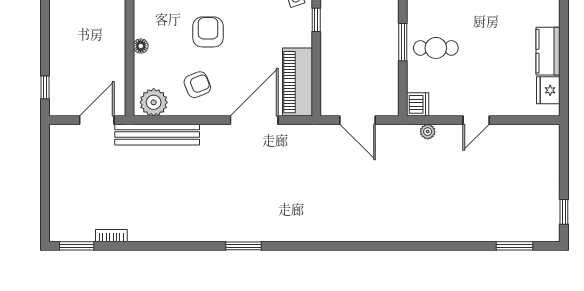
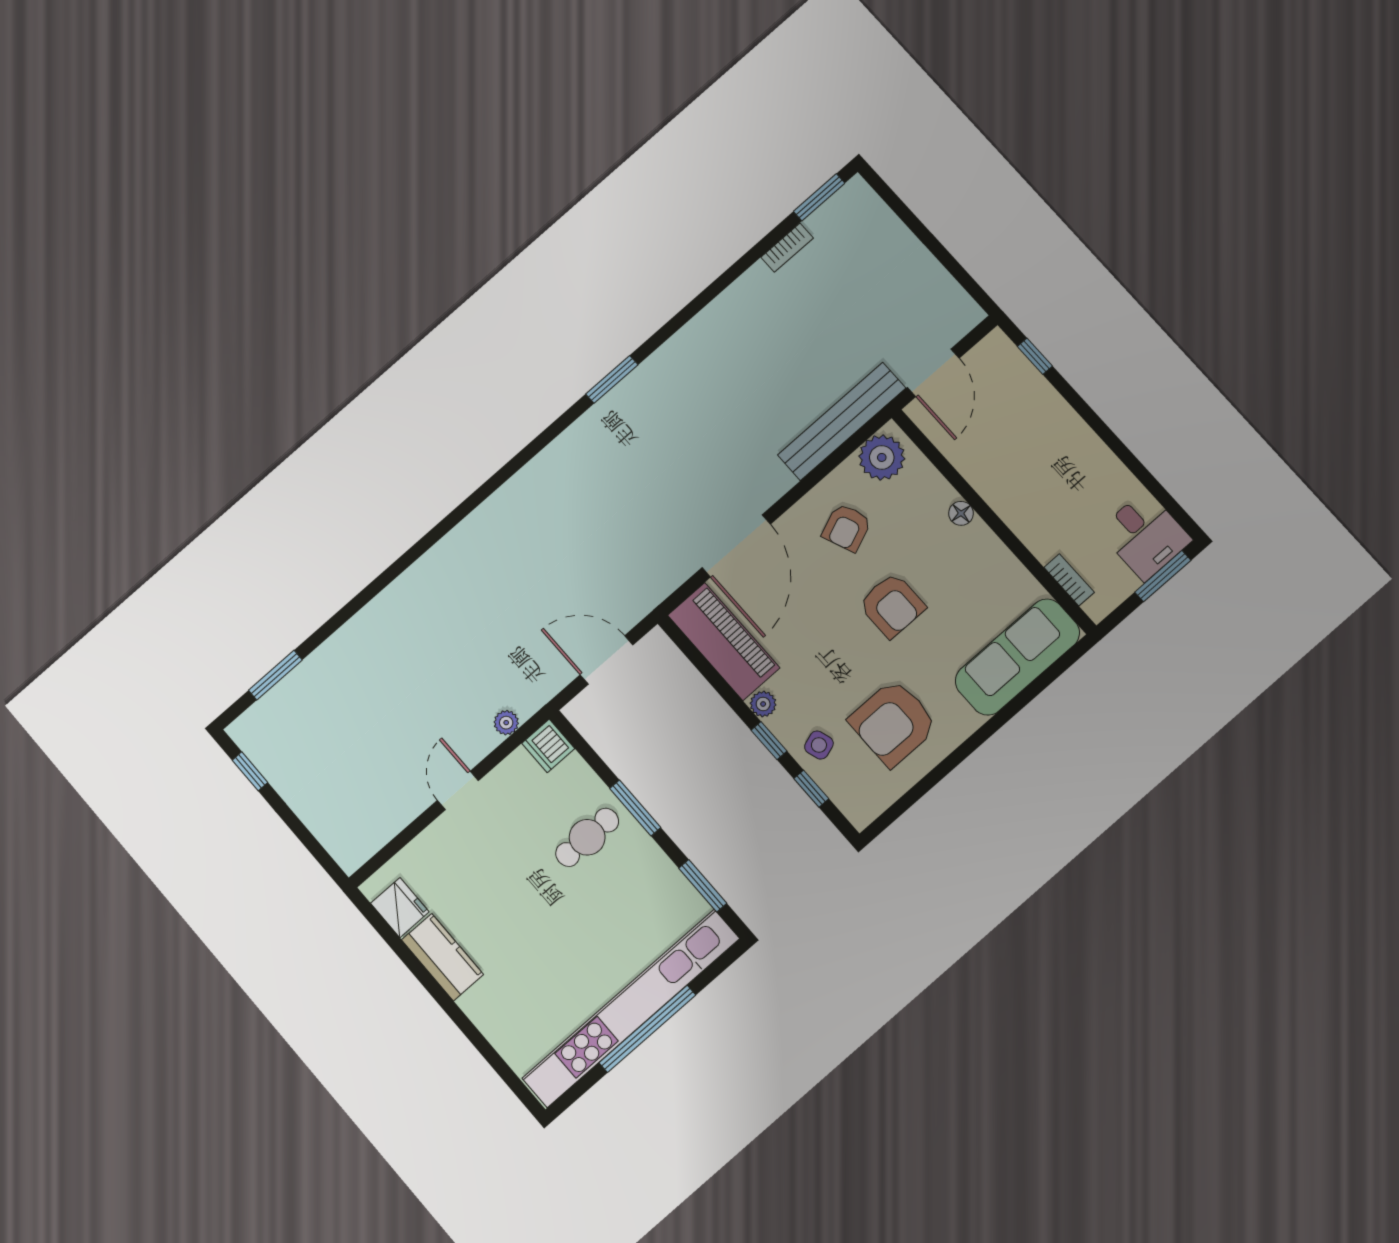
plant: (304, 38) -> (763, 704), added

